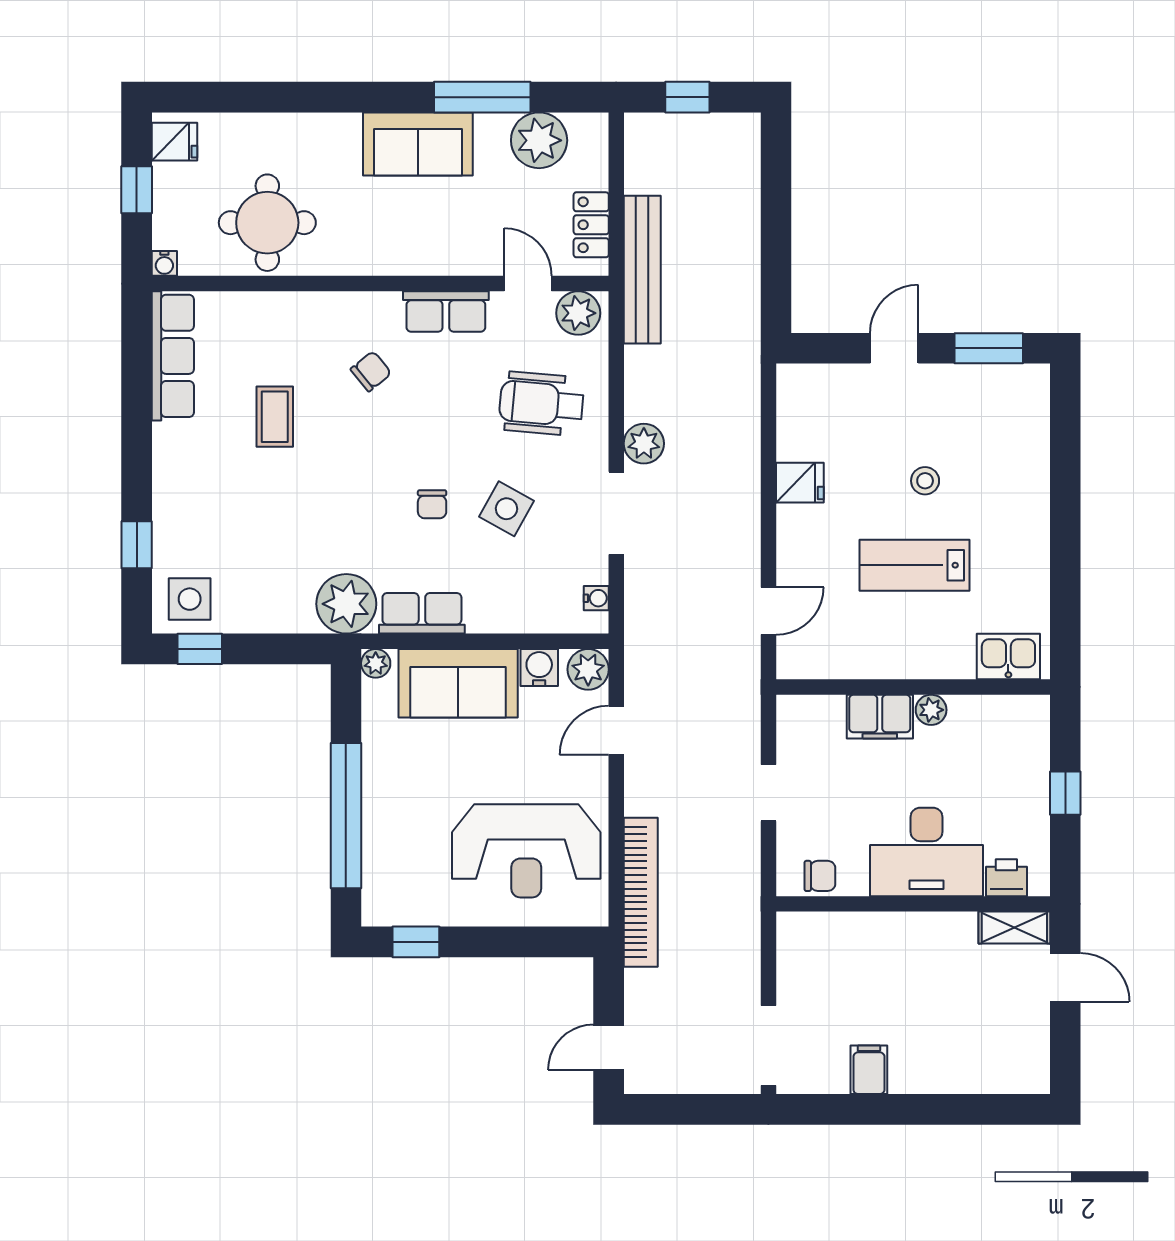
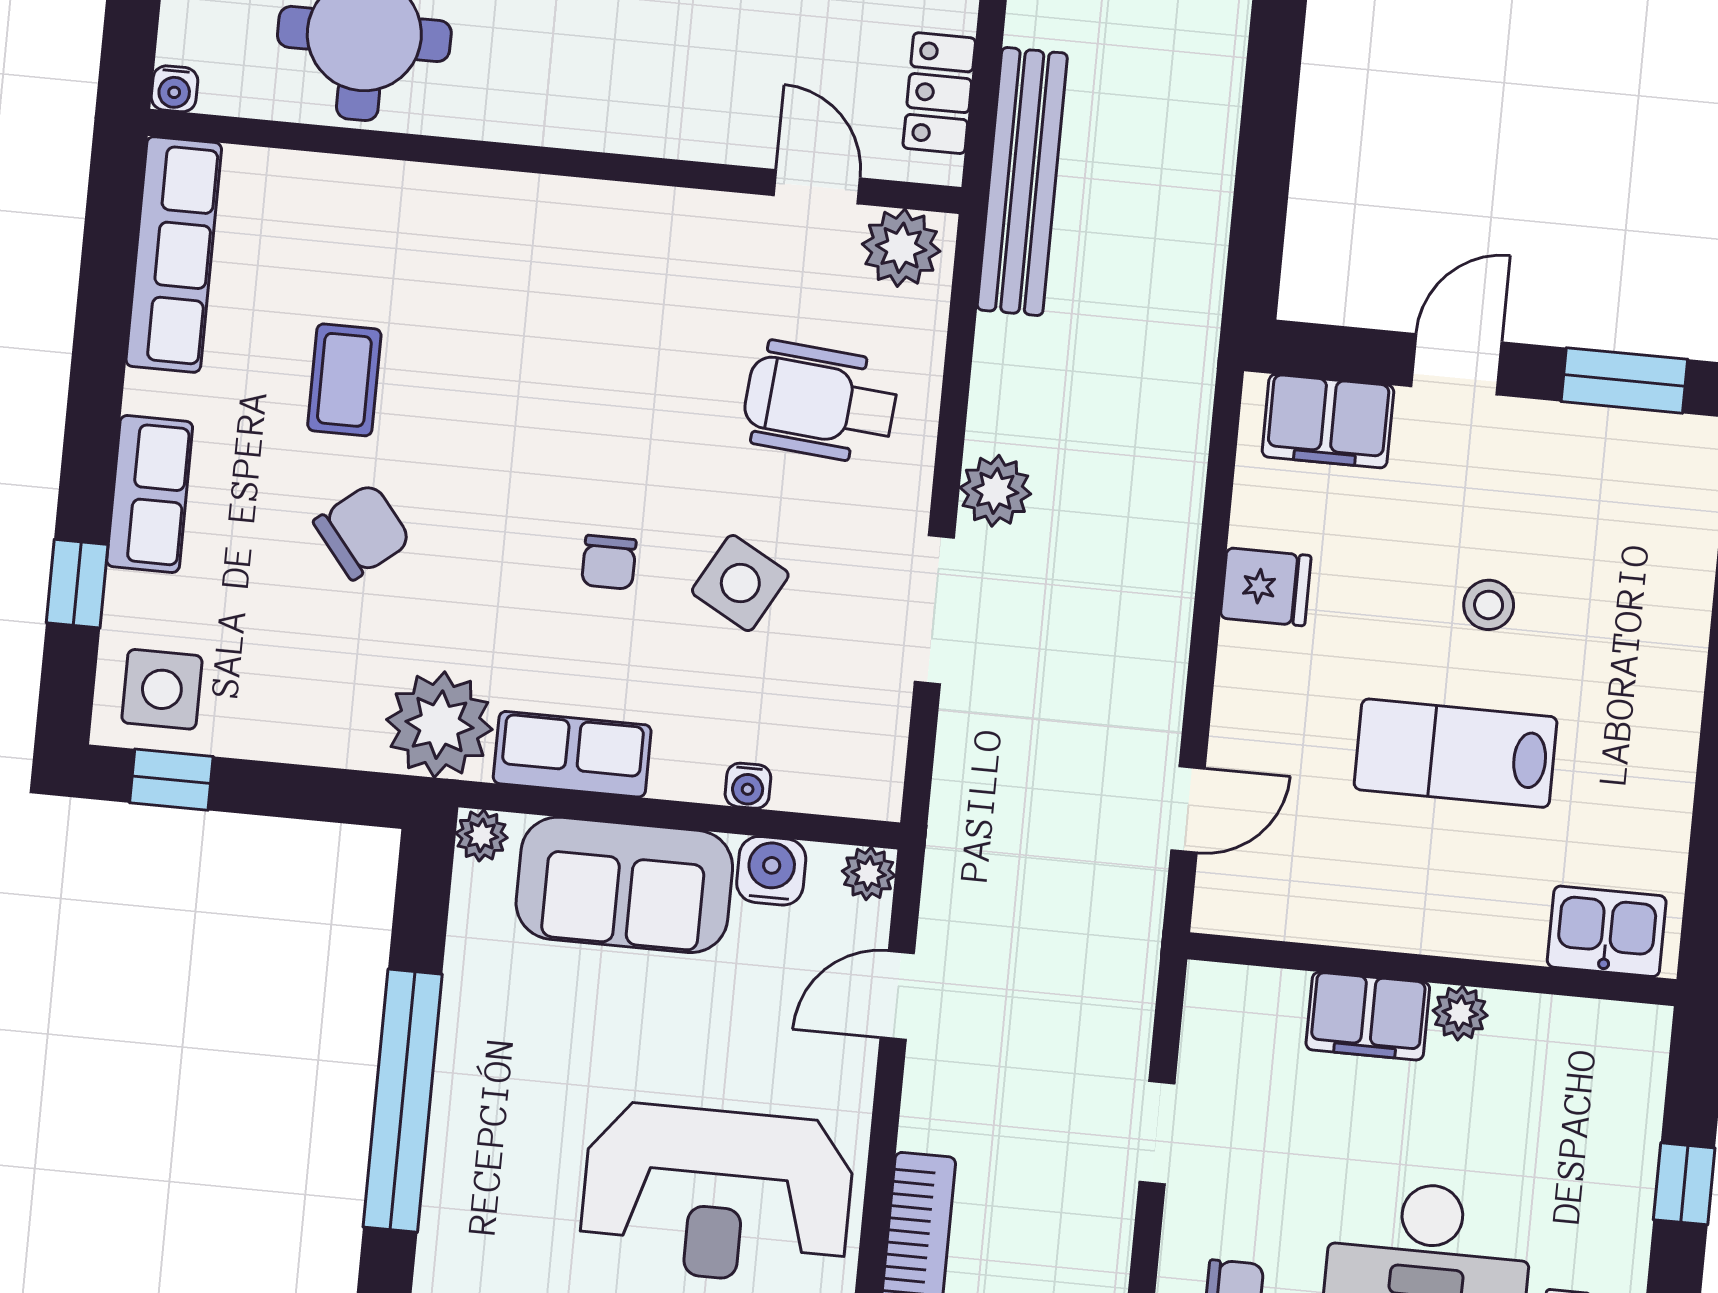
row of seats: (446, 312) -> (150, 494), moved, turned -90
chair: (371, 371) -> (362, 531), moved, width x1.37, depth x1.37
filing cabinet: (826, 387) -> (1328, 421), added
water cooler: (596, 598) -> (748, 786), moved, turned 90
plant: (588, 669) -> (869, 873), width x0.73, depth x0.73

